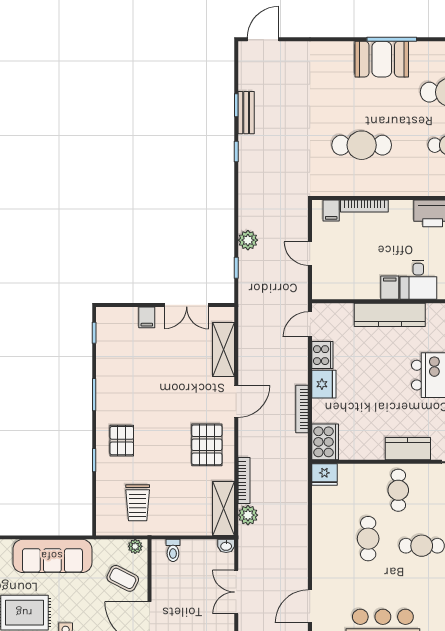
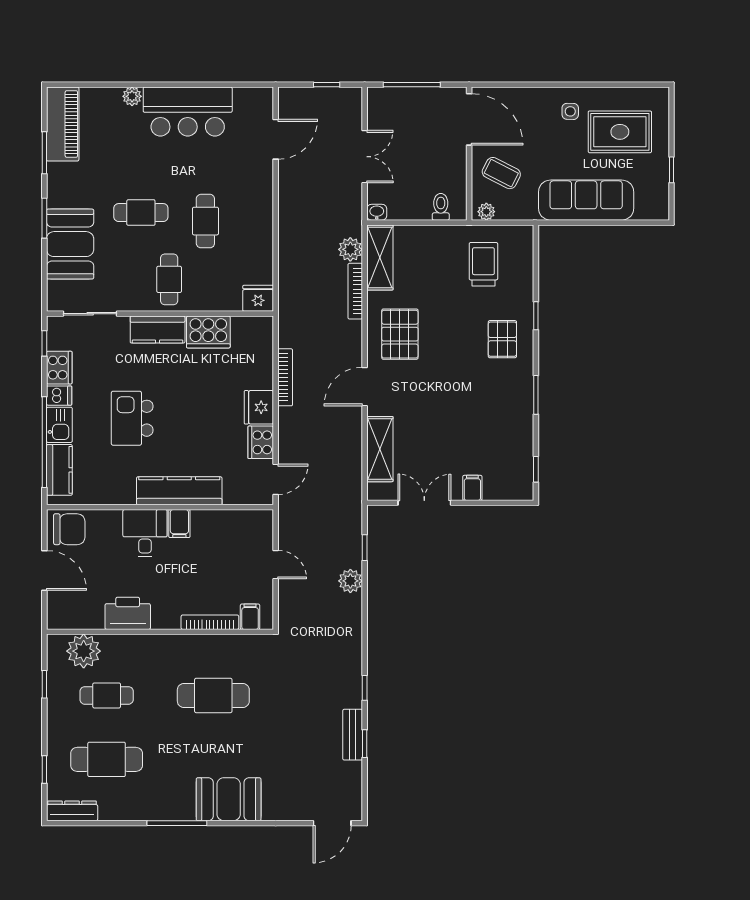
booth: (382, 59) -> (229, 799), moved
cooker: (325, 442) -> (208, 332), moved, turned -90

